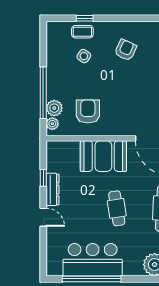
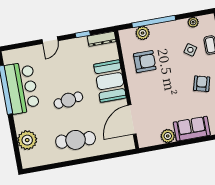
armchair: (126, 50) -> (202, 84), turned -100
plant: (52, 124) -> (193, 22), moved
dresser: (52, 189) -> (102, 39), moved

